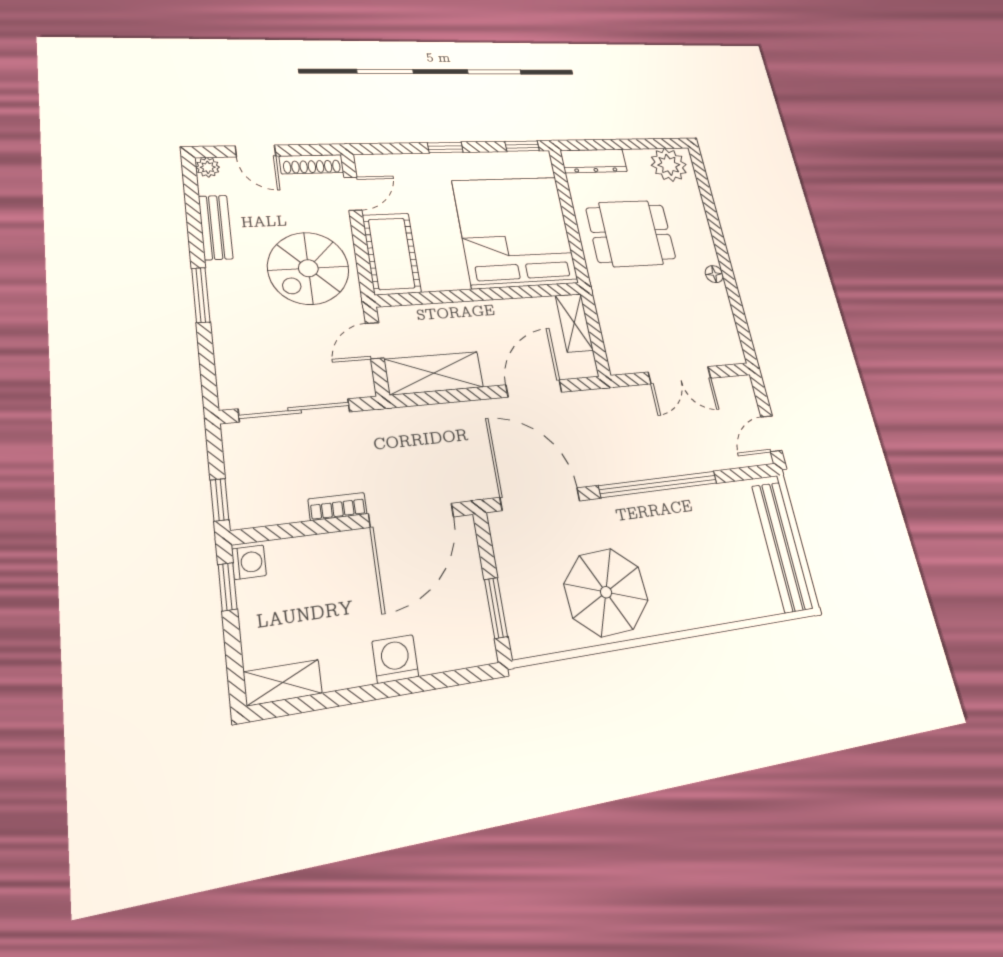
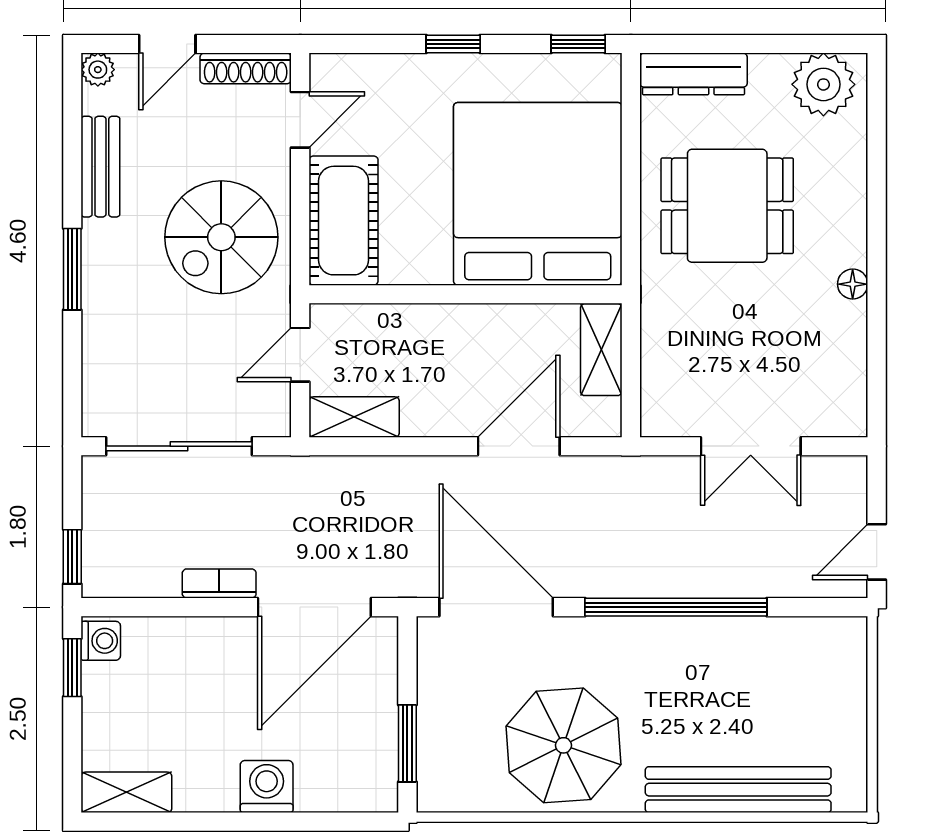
door: (256, 151) -> (167, 44), hinge flipped
shelving: (434, 373) -> (354, 417), width x0.67, depth x0.75
bench: (782, 547) -> (738, 790), moved, turned 90

